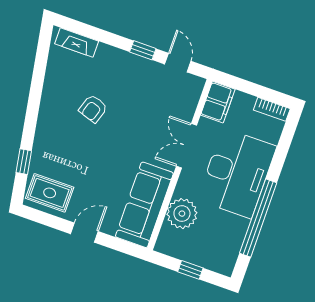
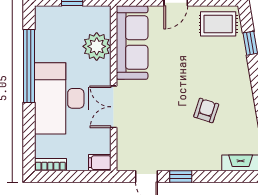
filing cabinet: (218, 102) -> (100, 163), width x0.50
double door: (186, 146) -> (114, 107), swing flipped

